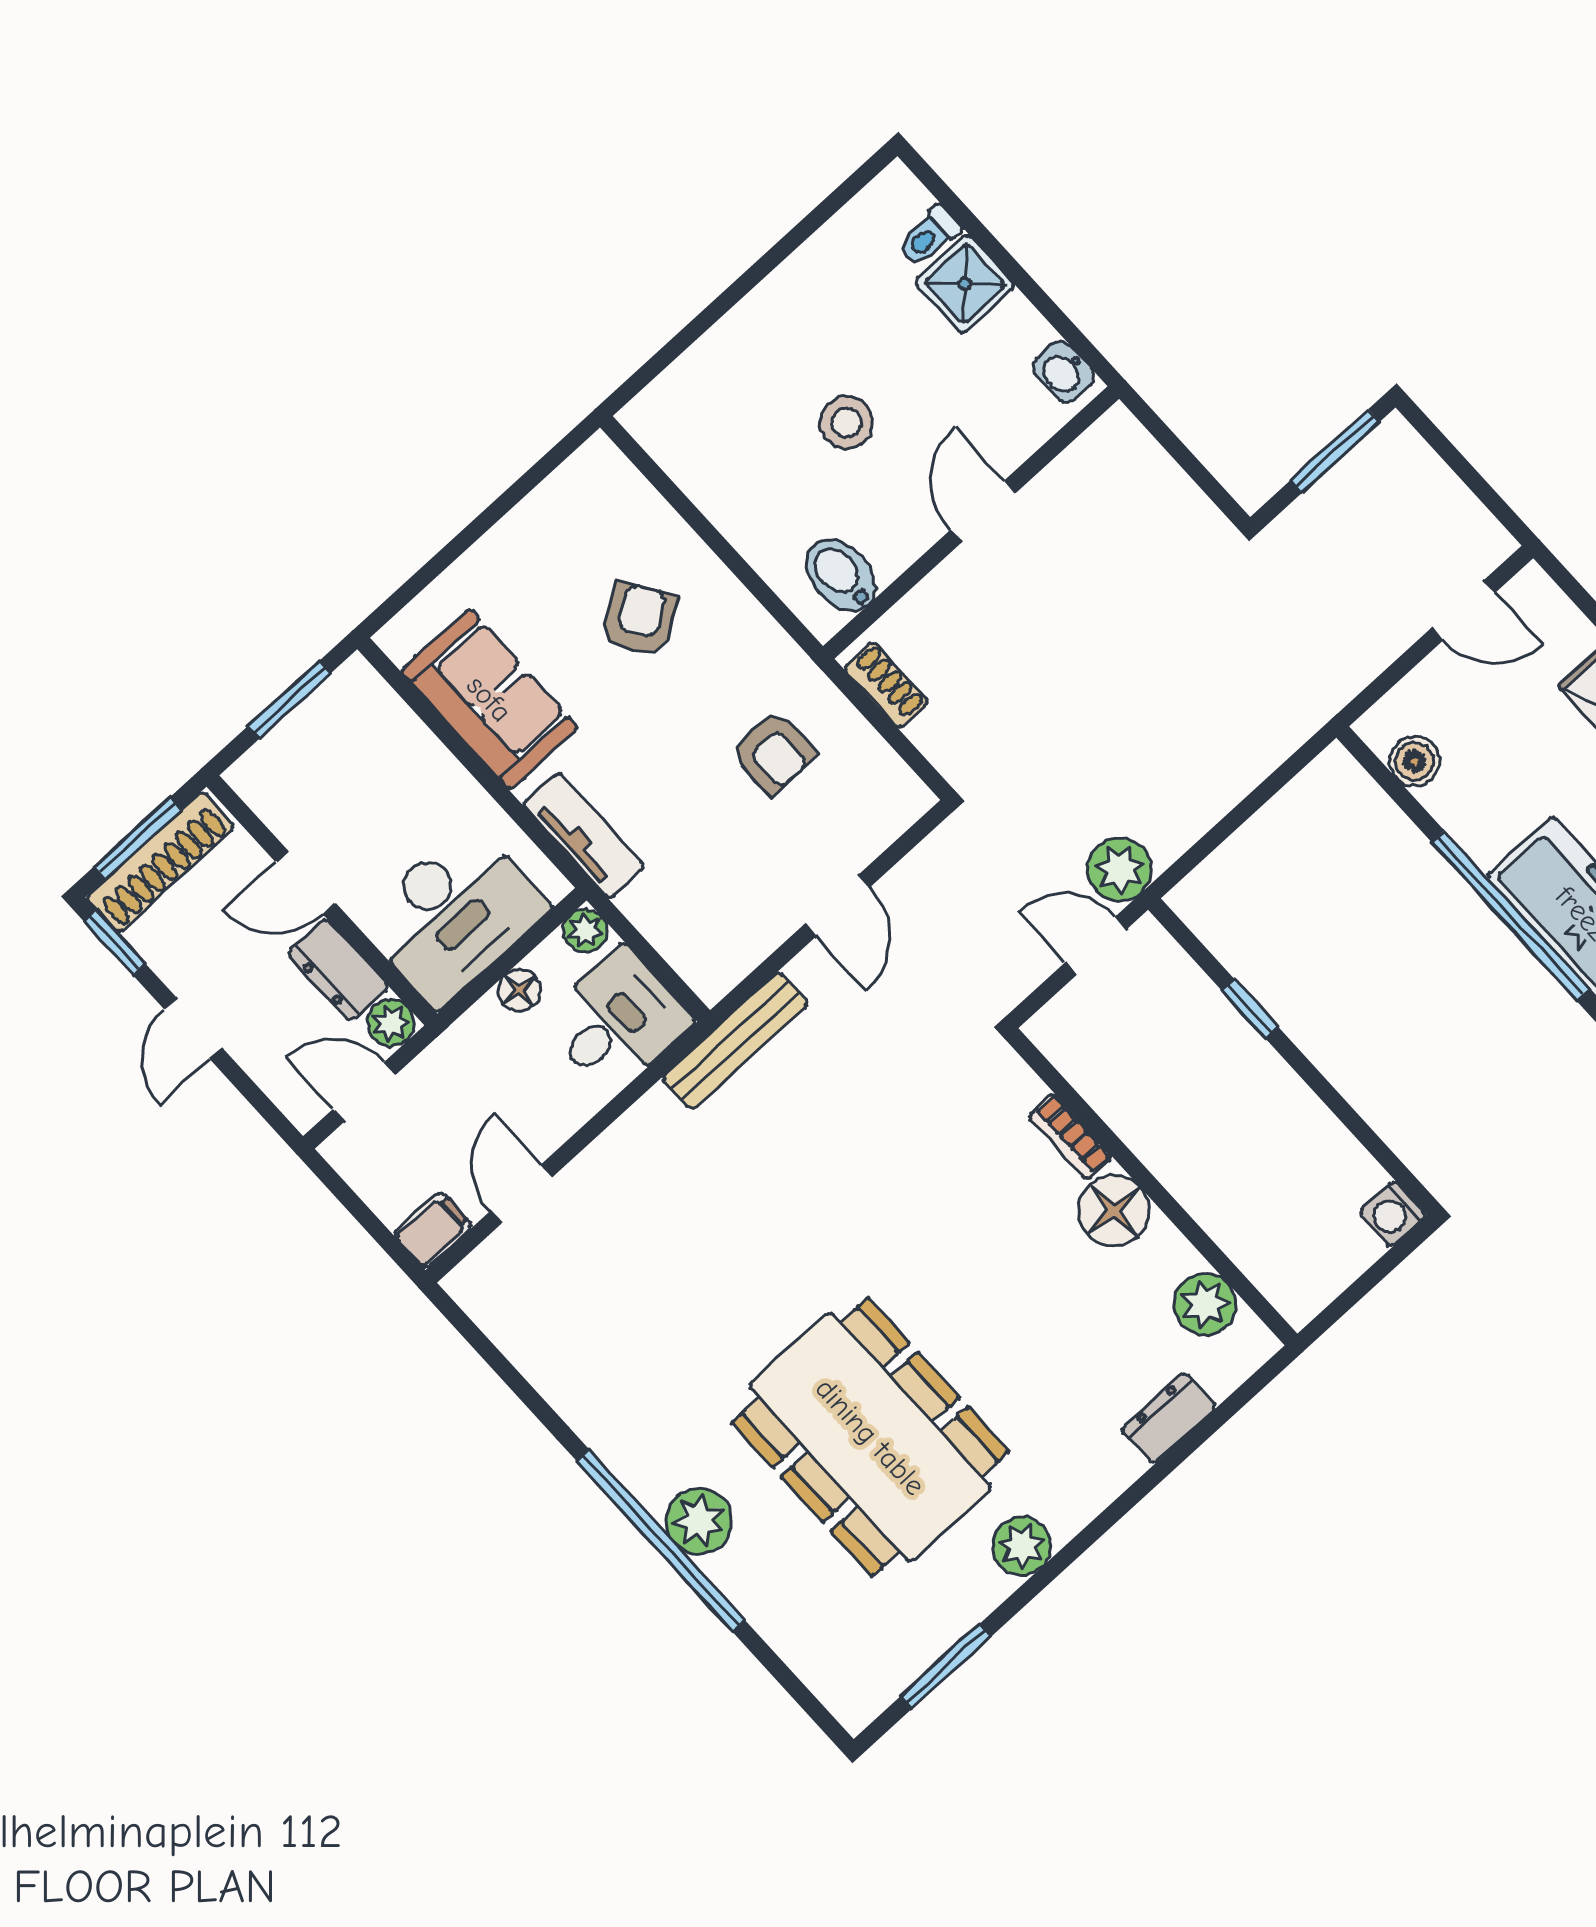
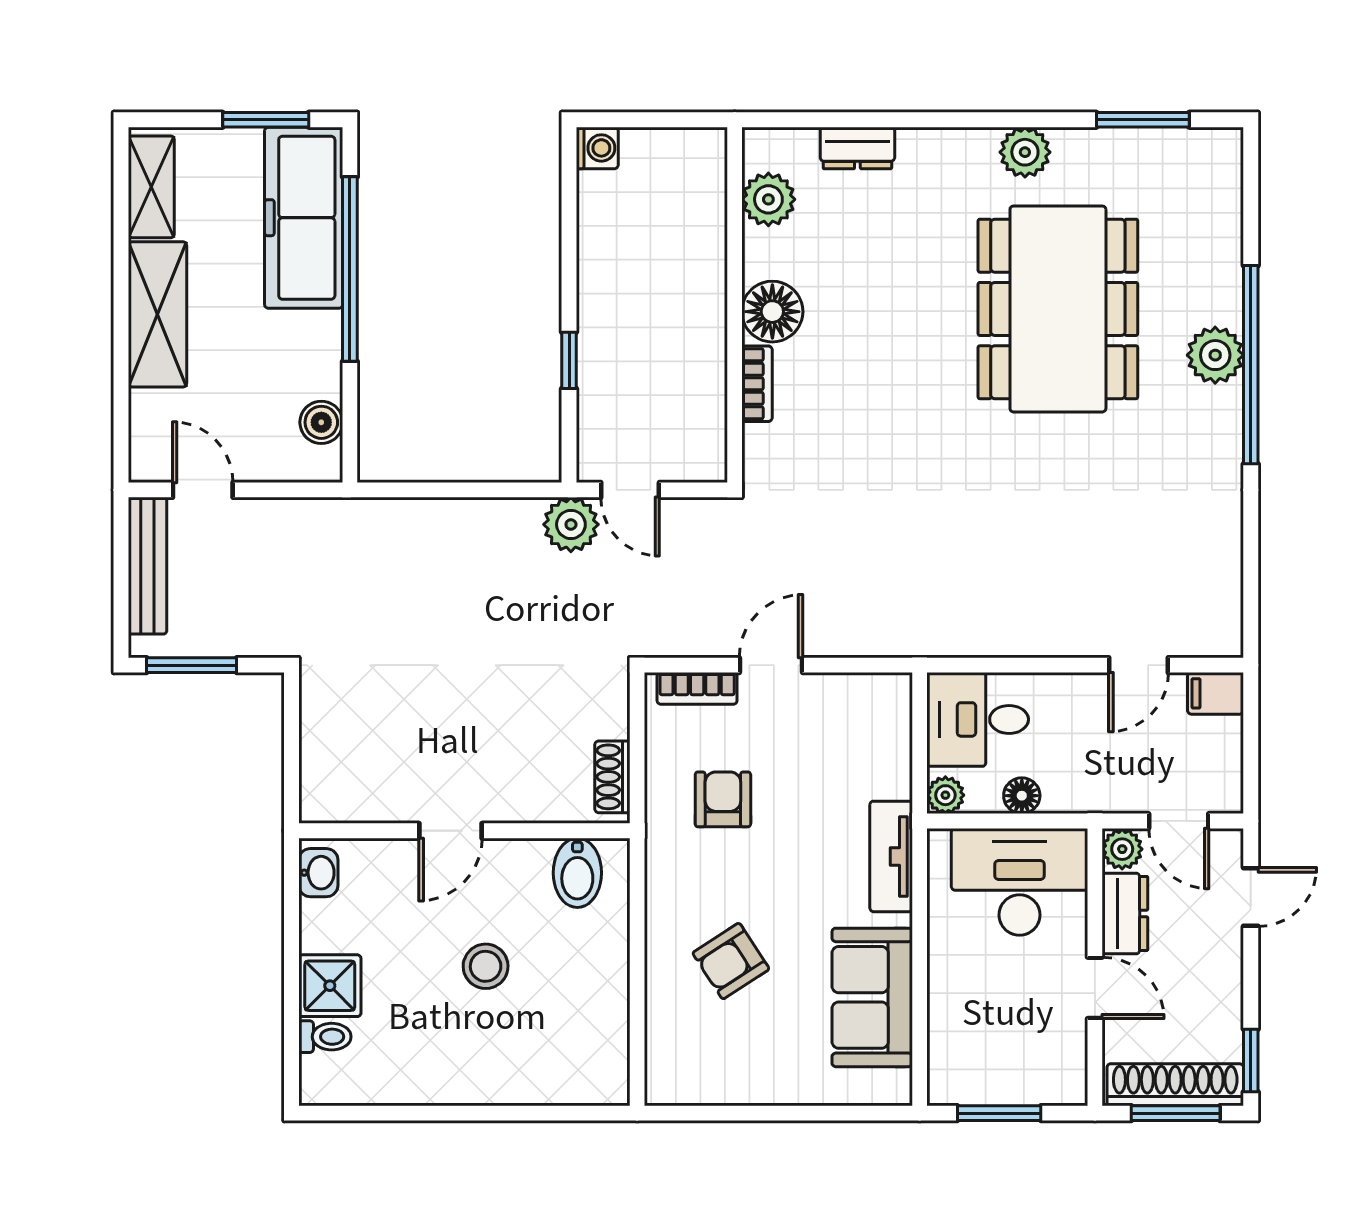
bookcase: (883, 828) -> (697, 688), added
door: (193, 1028) -> (1251, 897), moved
bench: (735, 1041) -> (148, 566), moved, turned 90

